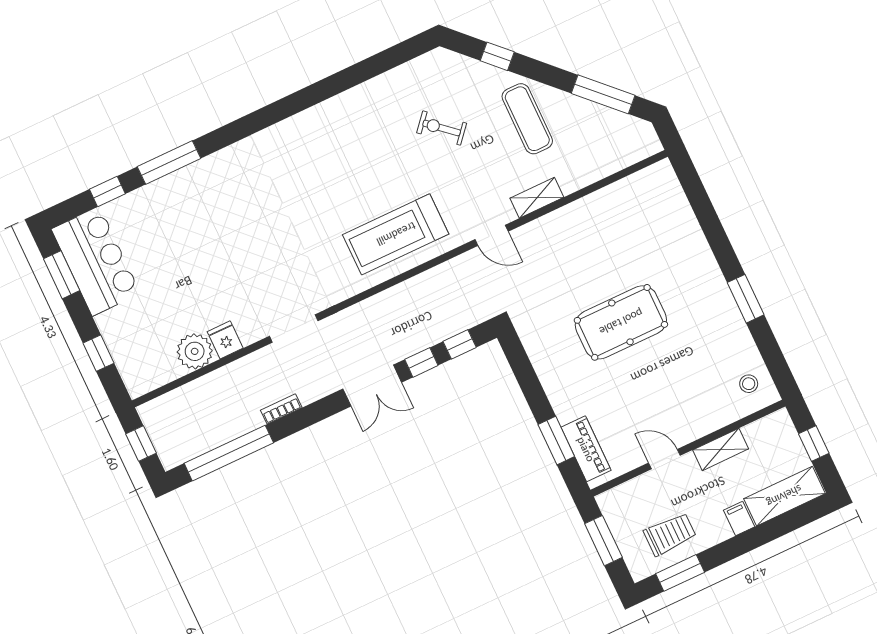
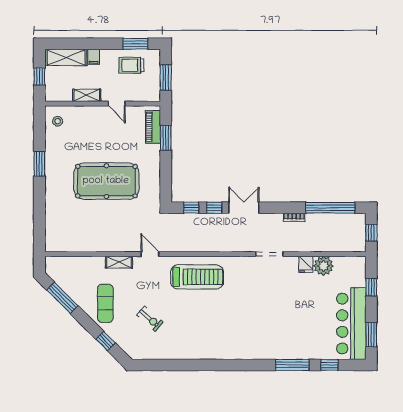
bar counter: (96, 261) -> (351, 324), width x1.36
pool table: (621, 322) -> (106, 181), width x1.36, depth x1.32

